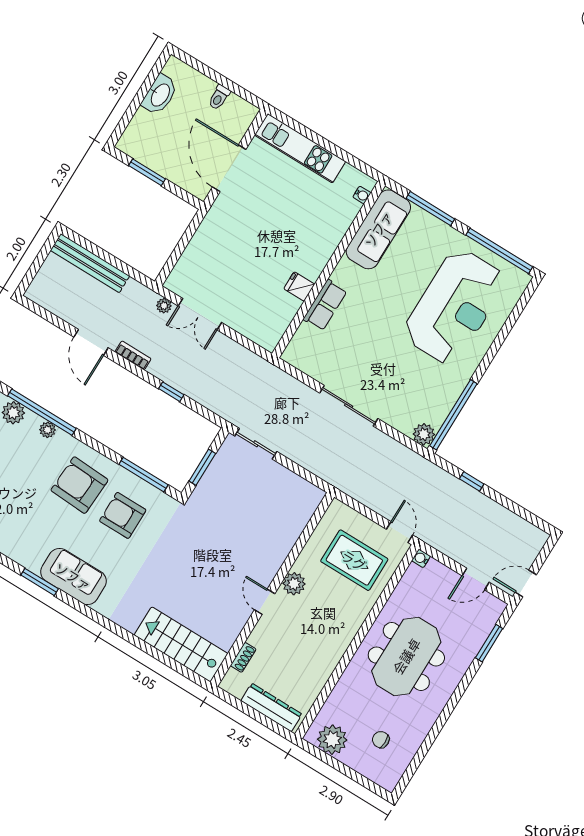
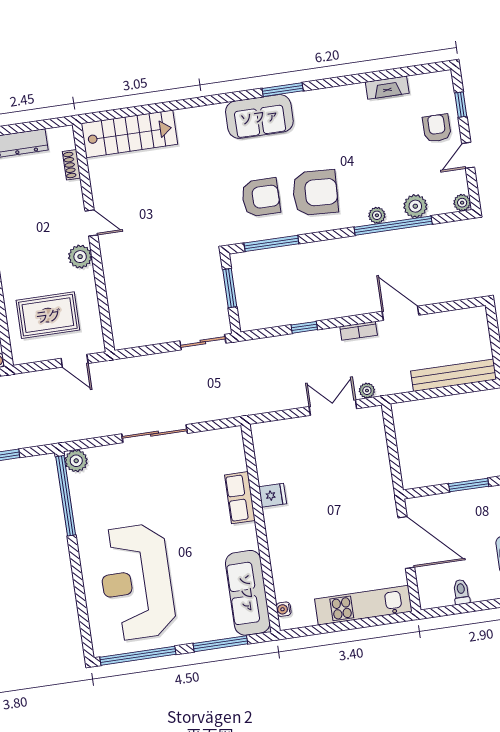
door: (399, 532) -> (75, 361), moved

